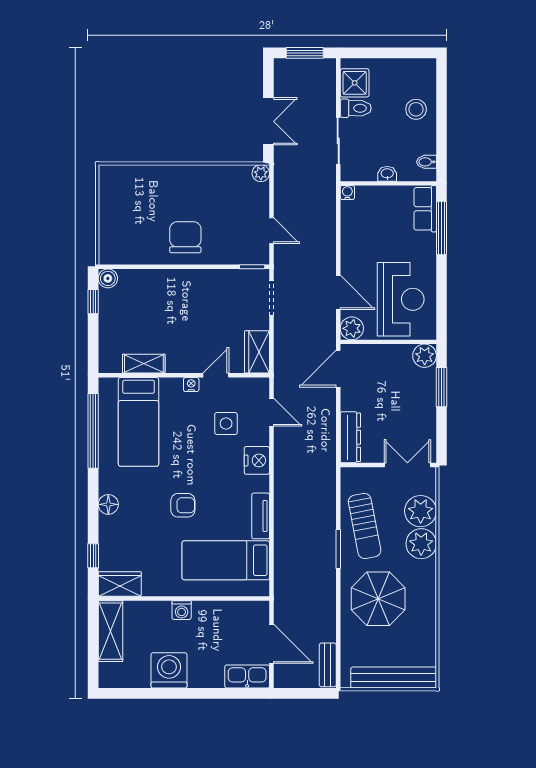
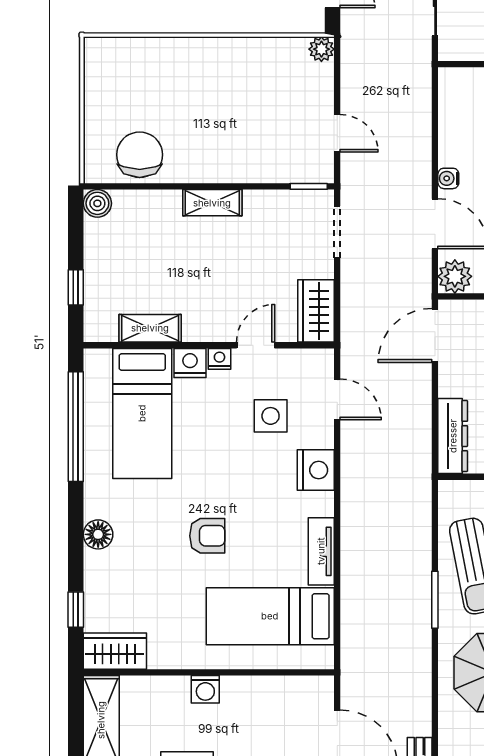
water cooler: (347, 193) -> (448, 178), moved, turned -90
chair: (185, 237) -> (140, 155), moved
shelving: (186, 278) -> (212, 203), added
window: (93, 302) -> (76, 287), moved
nightstand: (171, 387) -> (190, 363), added

